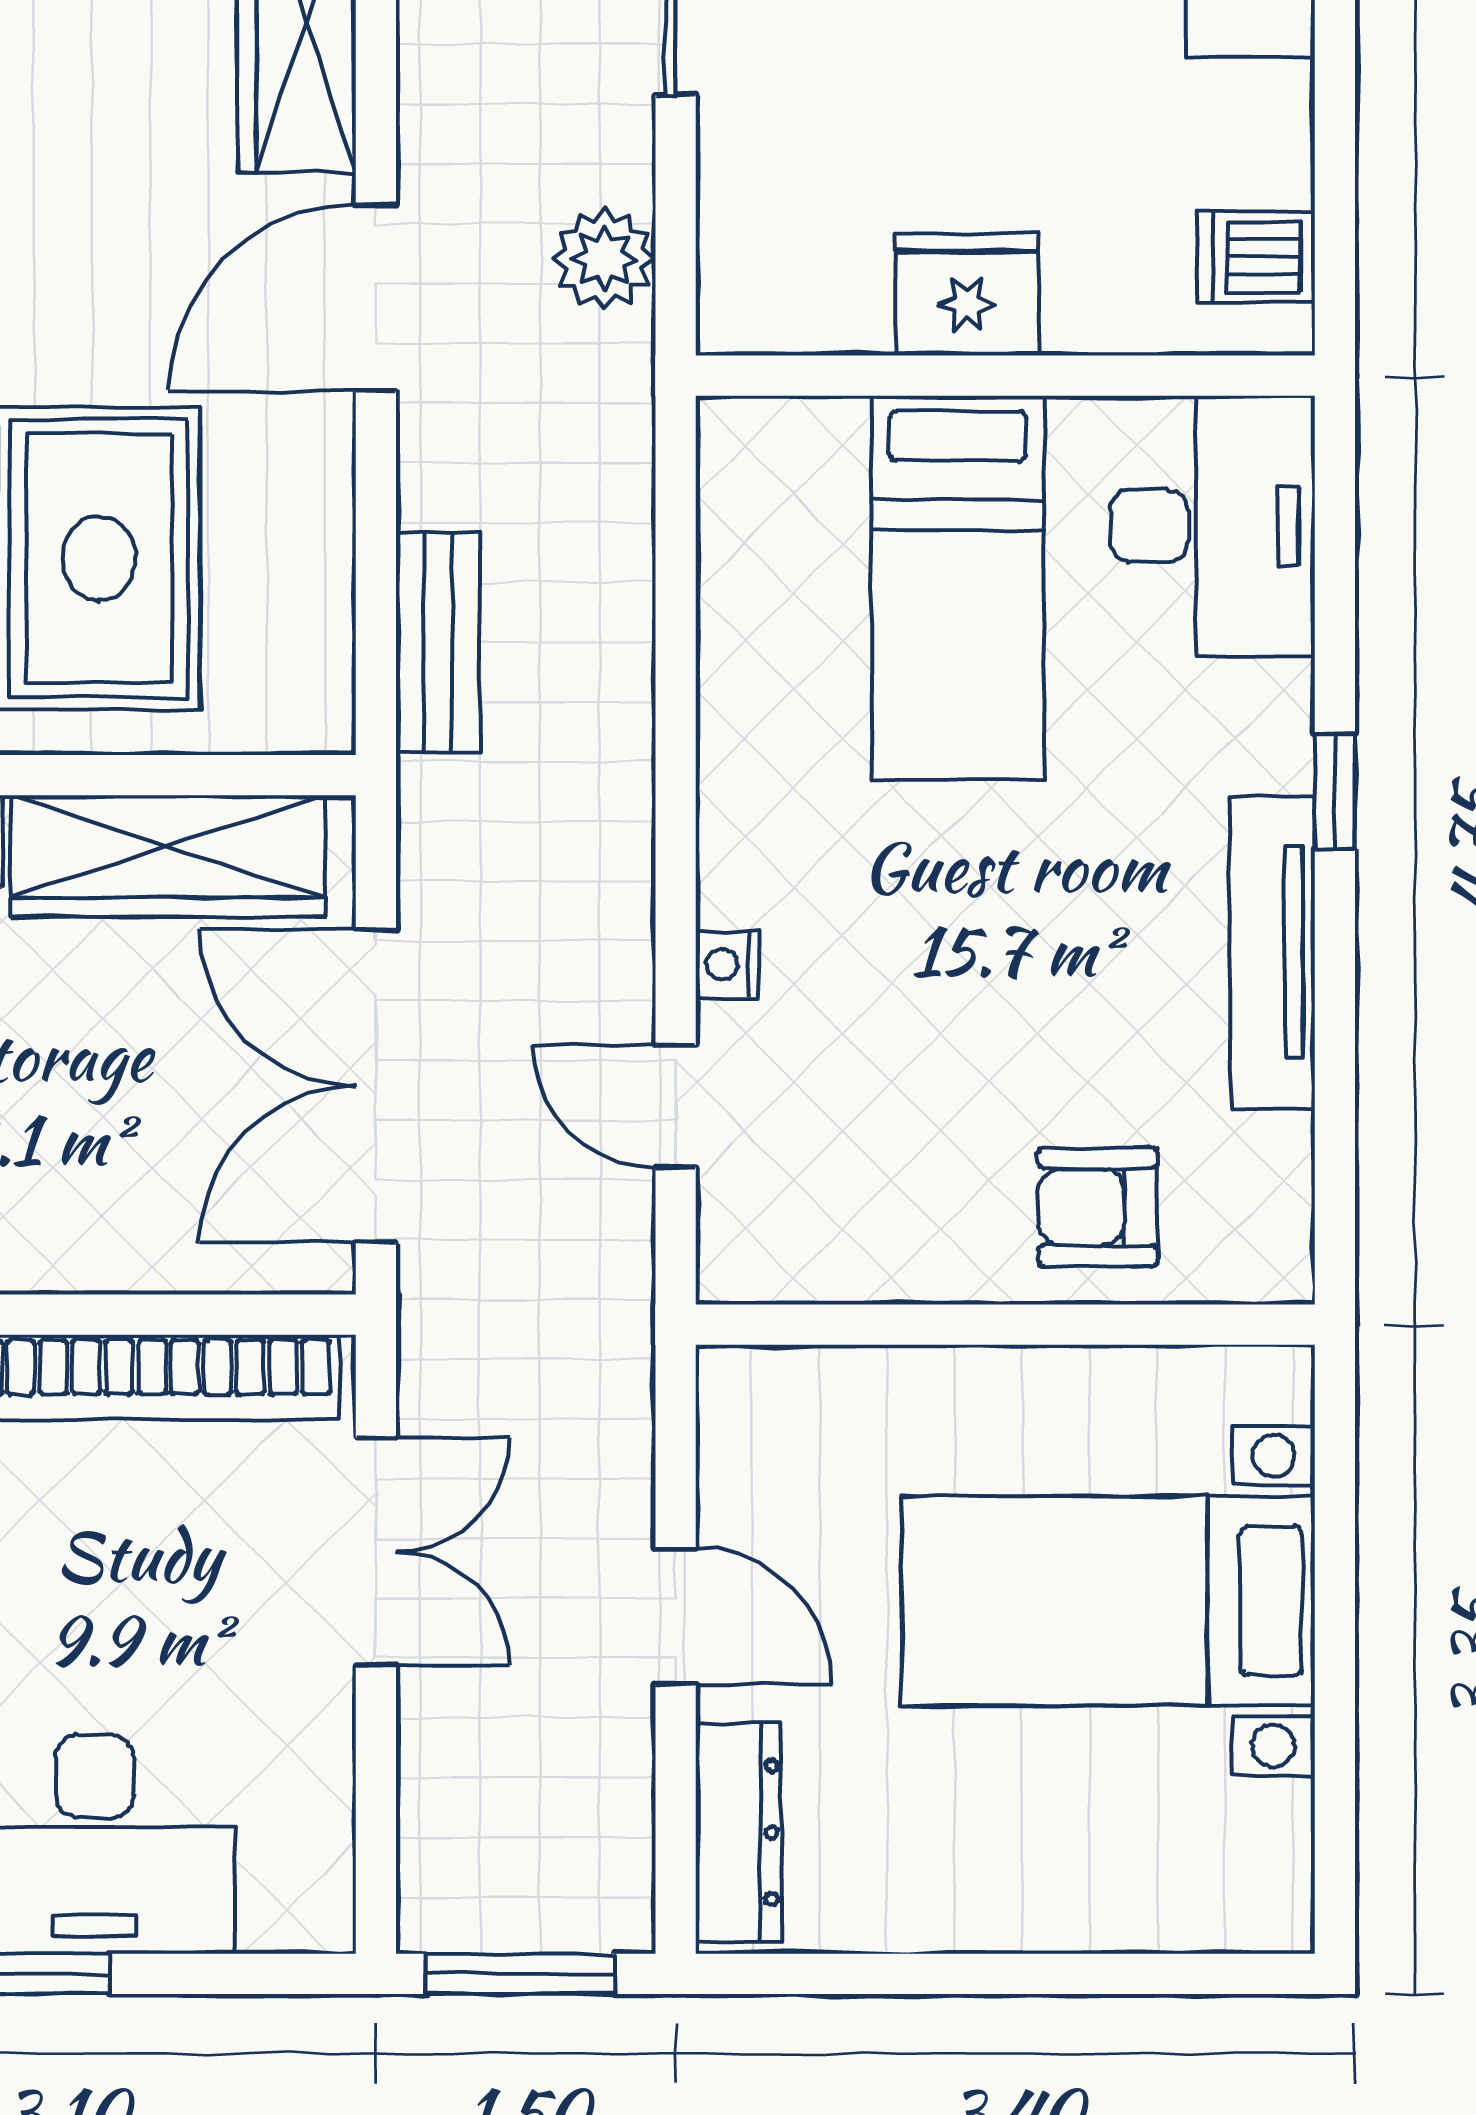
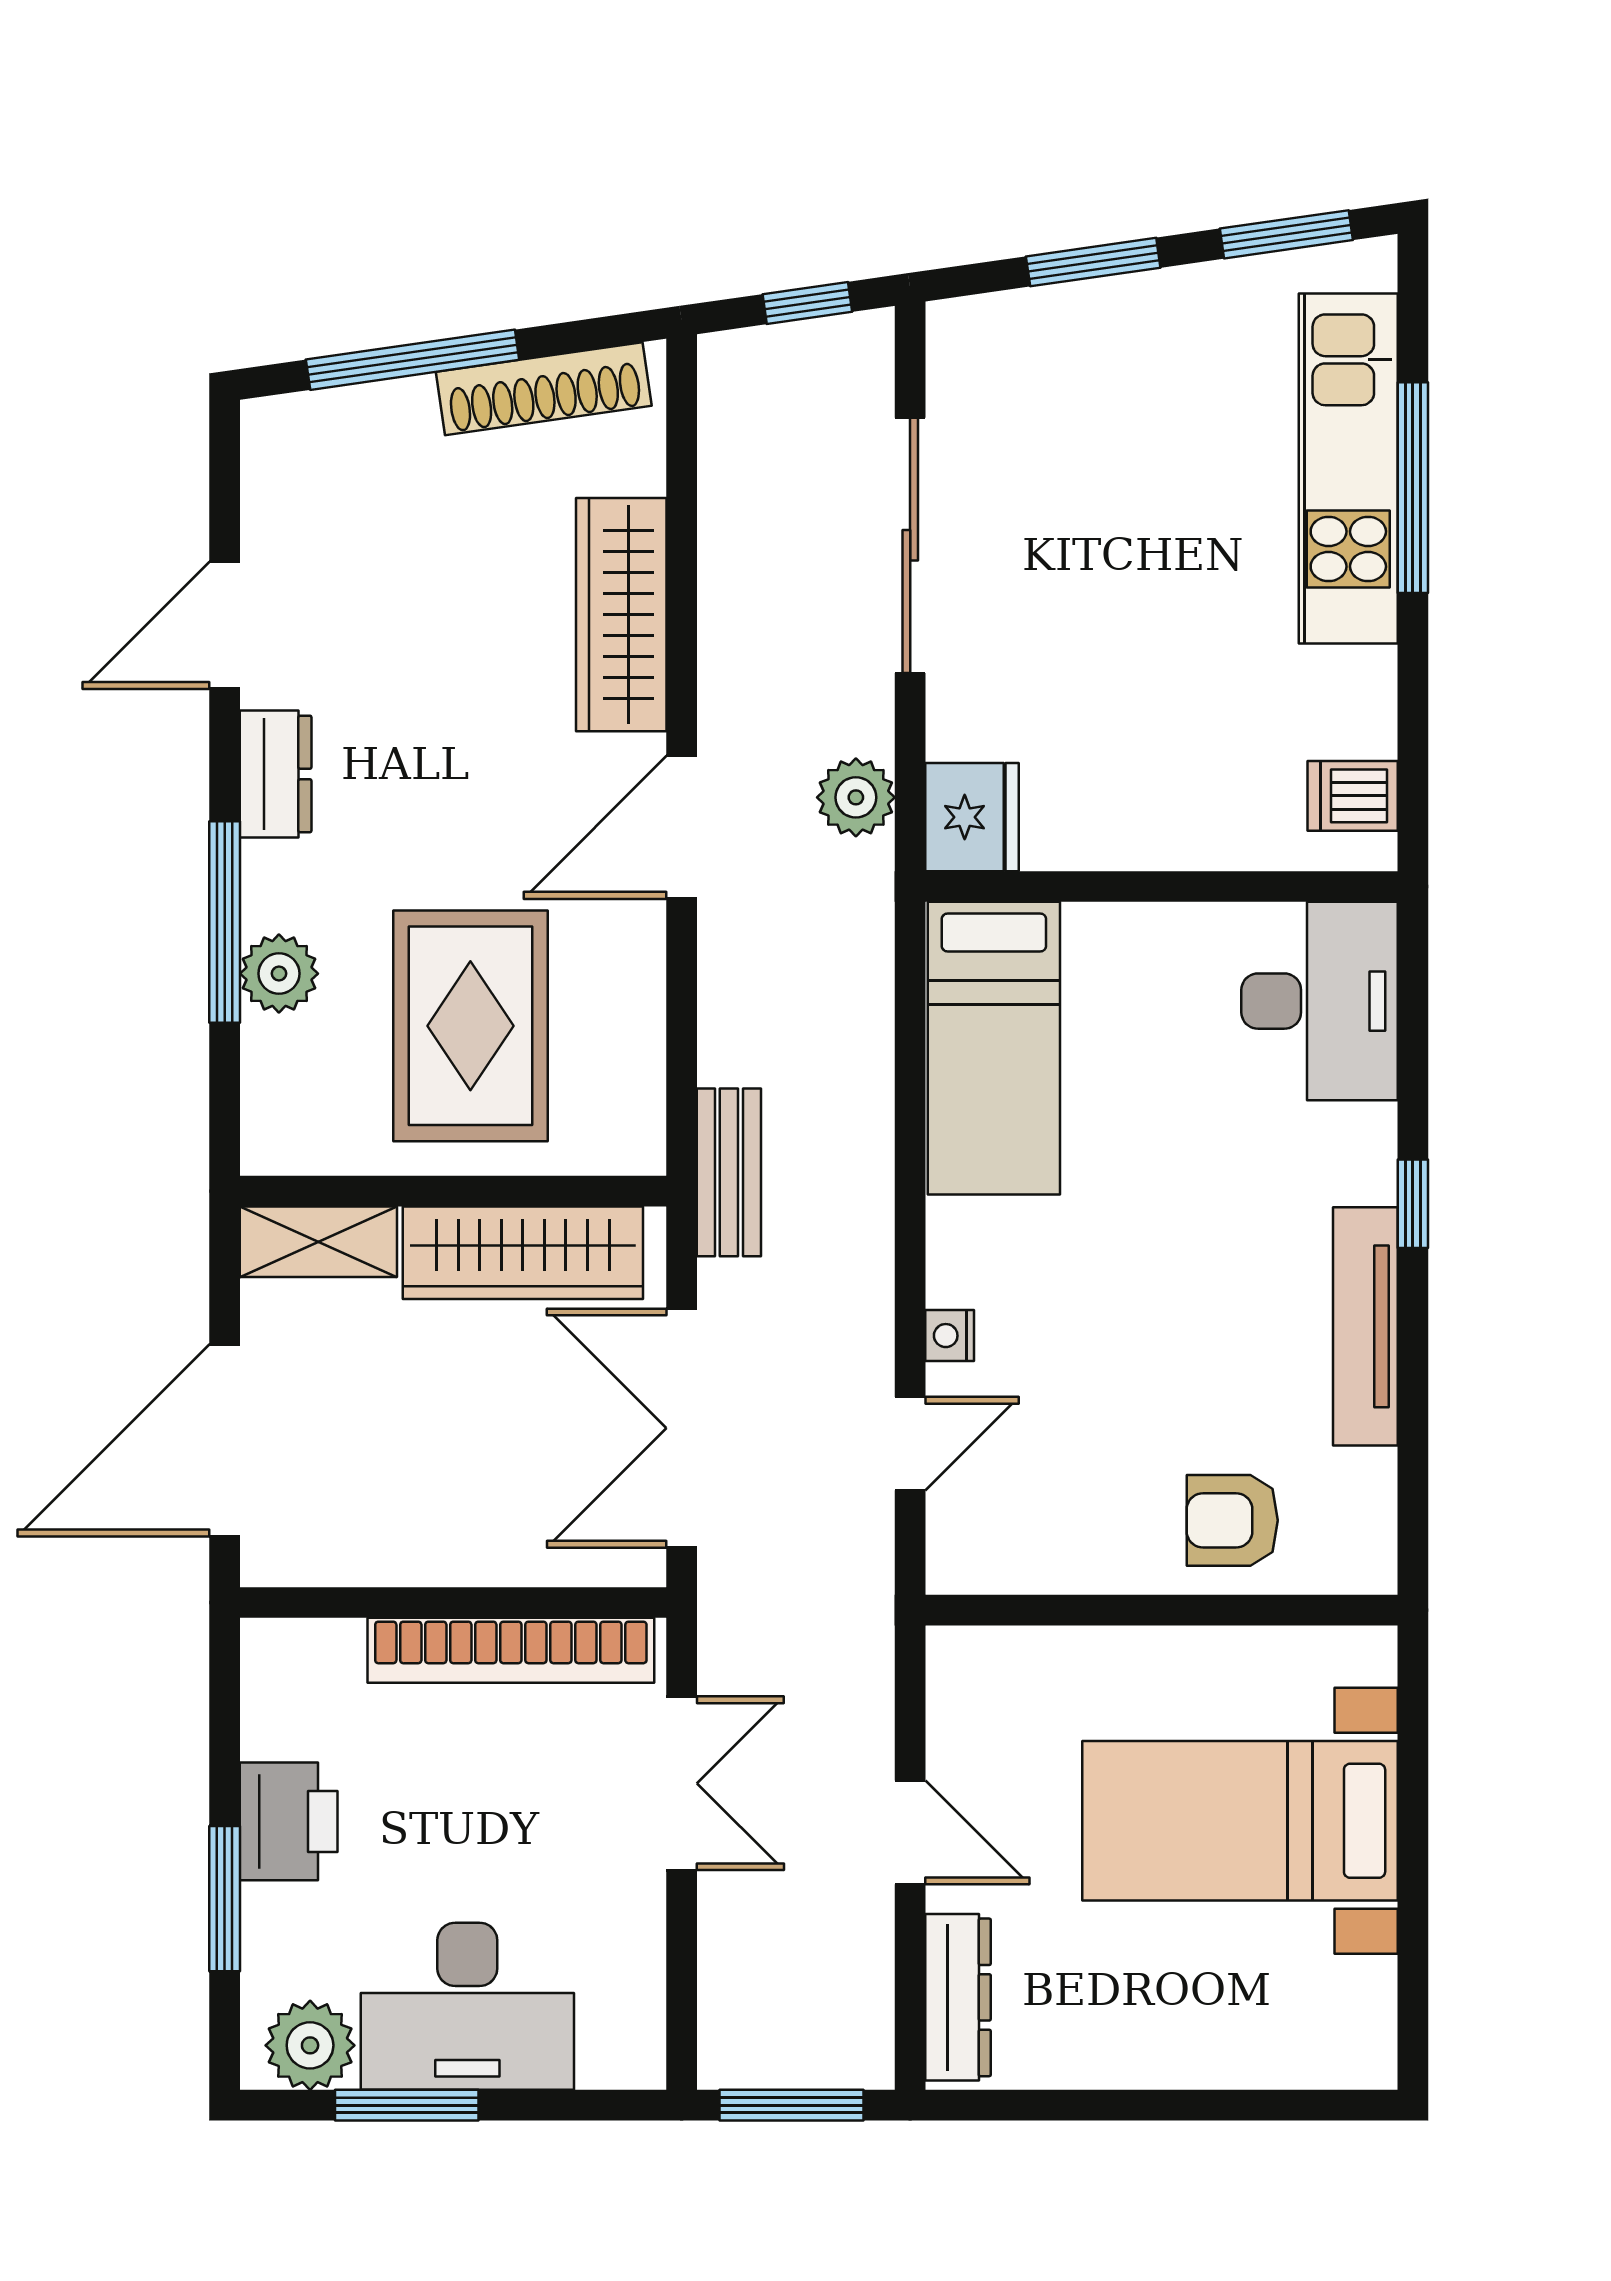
fridge: (967, 295) -> (972, 817), moved, turned 90
bed: (958, 588) -> (994, 1048), moved
bench: (438, 643) -> (729, 1172), moved
door: (676, 1106) -> (910, 1444), swing flipped

